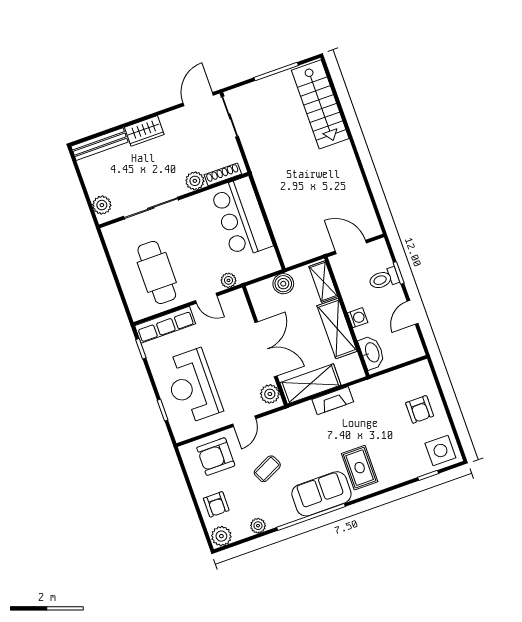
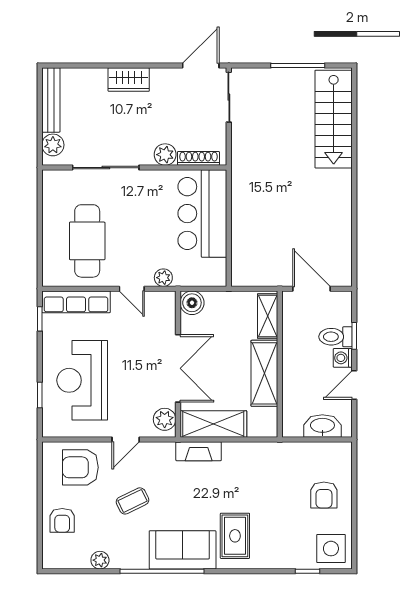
bench: (100, 144) -> (51, 100), moved, turned 90
boiler: (283, 284) -> (192, 303), moved
washing machine: (358, 318) -> (343, 358), moved, turned 180
washbasin: (372, 352) -> (322, 426), moved, turned -90
fireplace: (333, 401) -> (199, 451), moved
plant: (221, 536) -> (55, 557), removed

